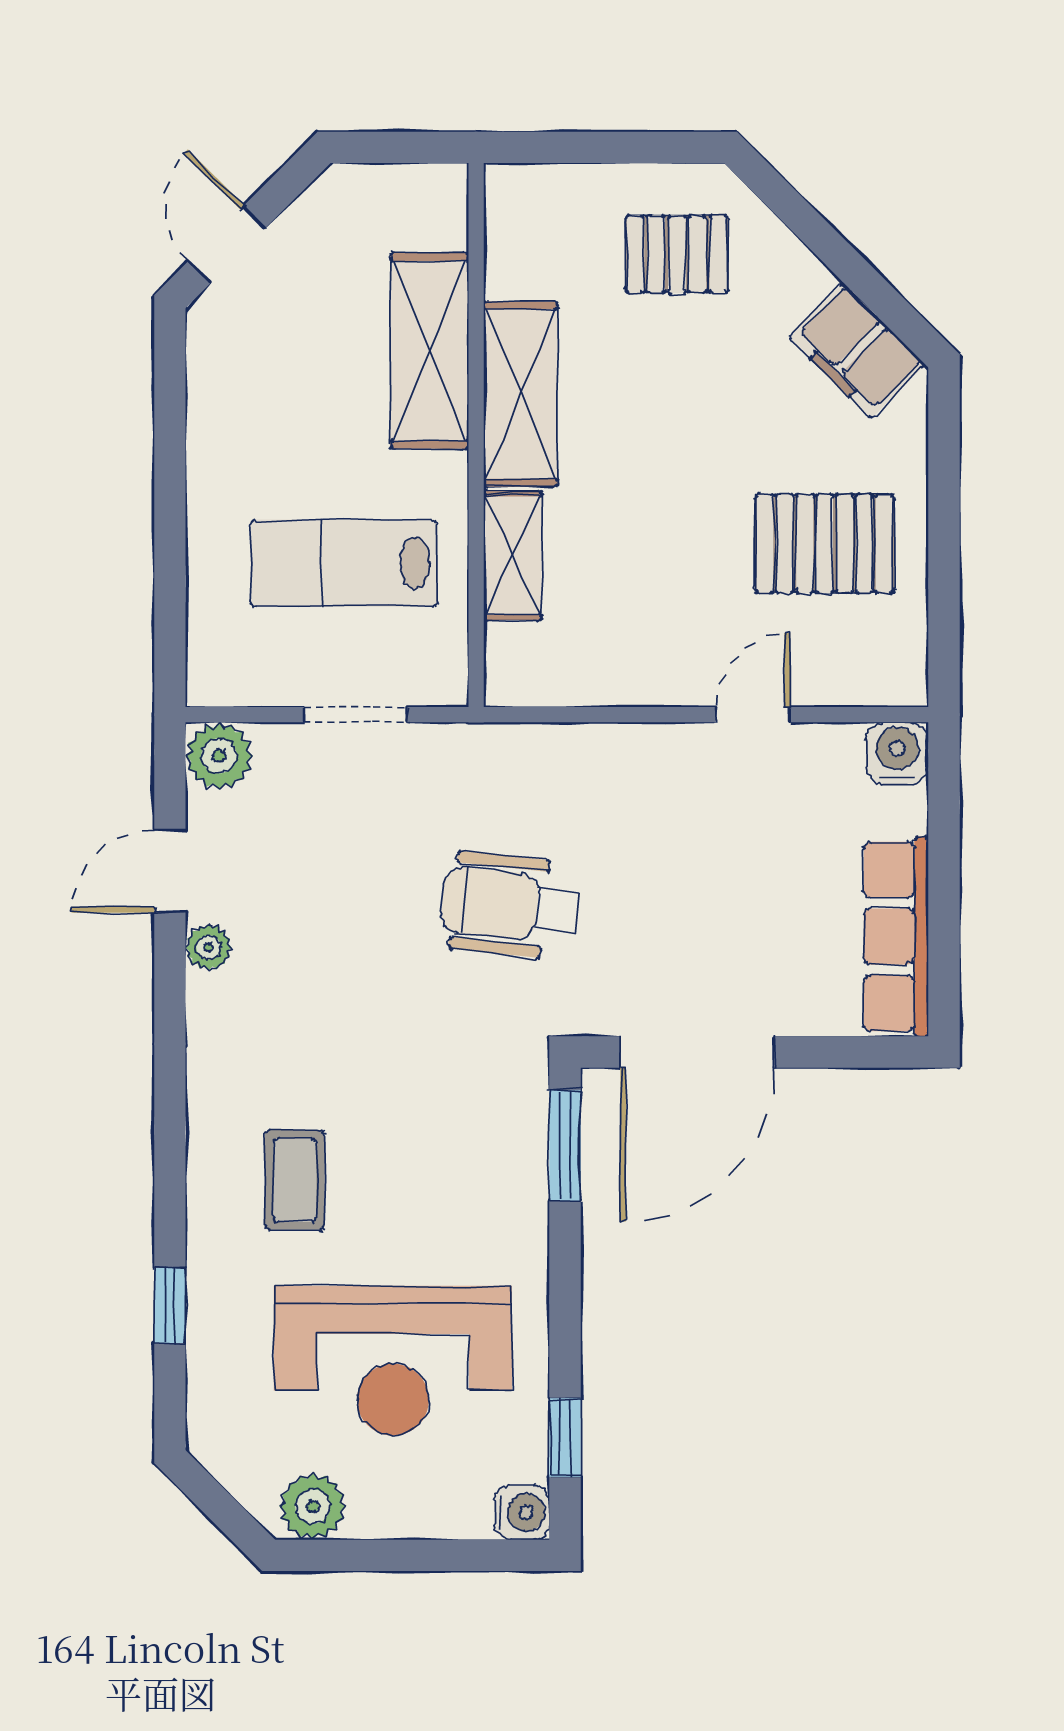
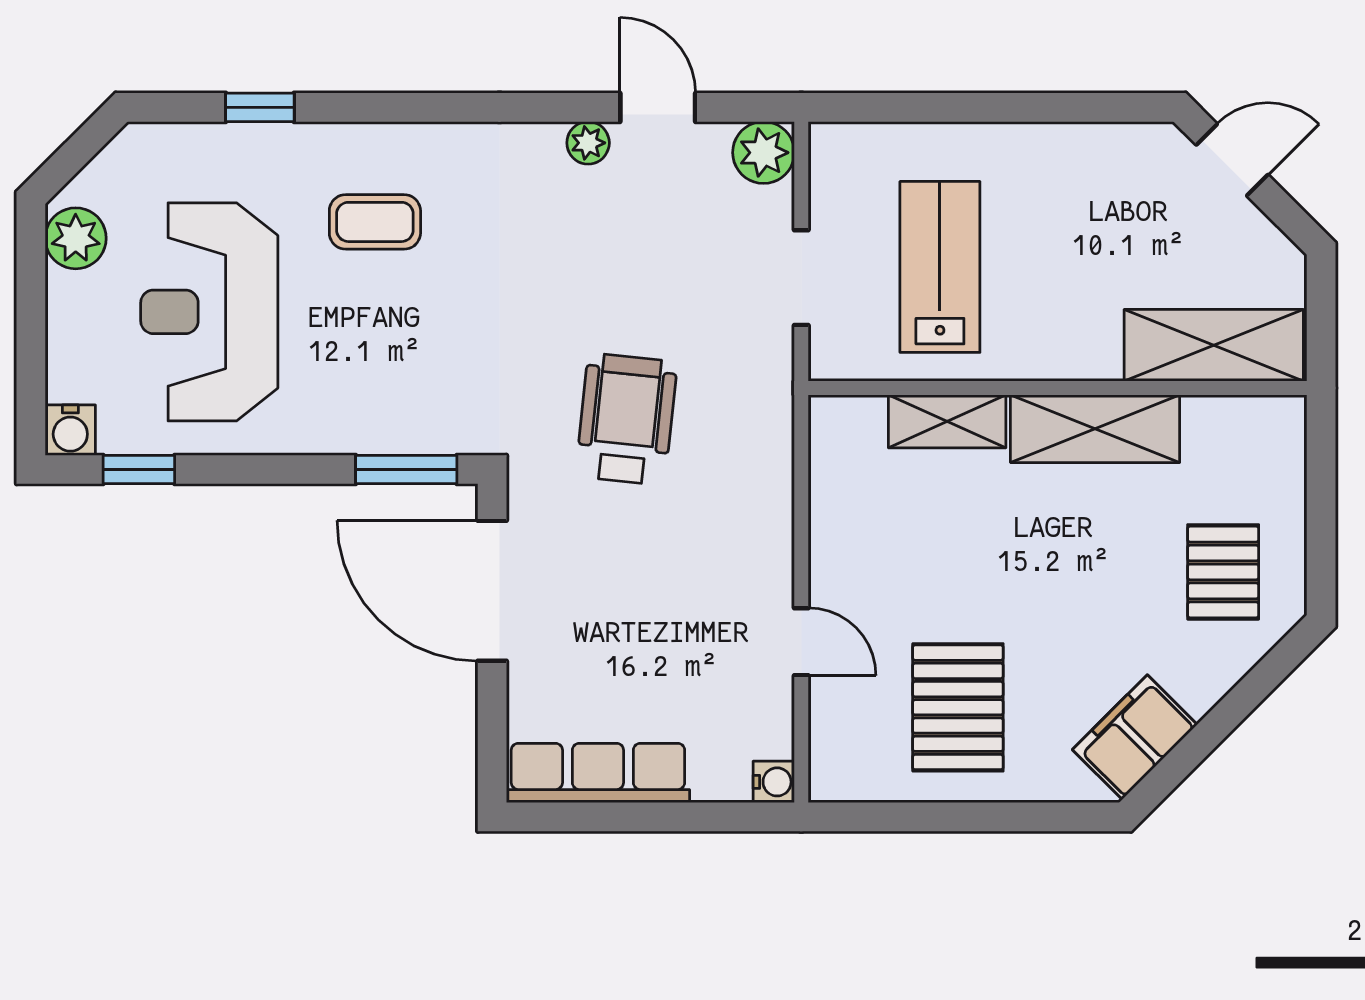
shelving: (430, 351) -> (1214, 345), moved
water cooler: (897, 753) -> (774, 782), width x0.72, depth x0.72

